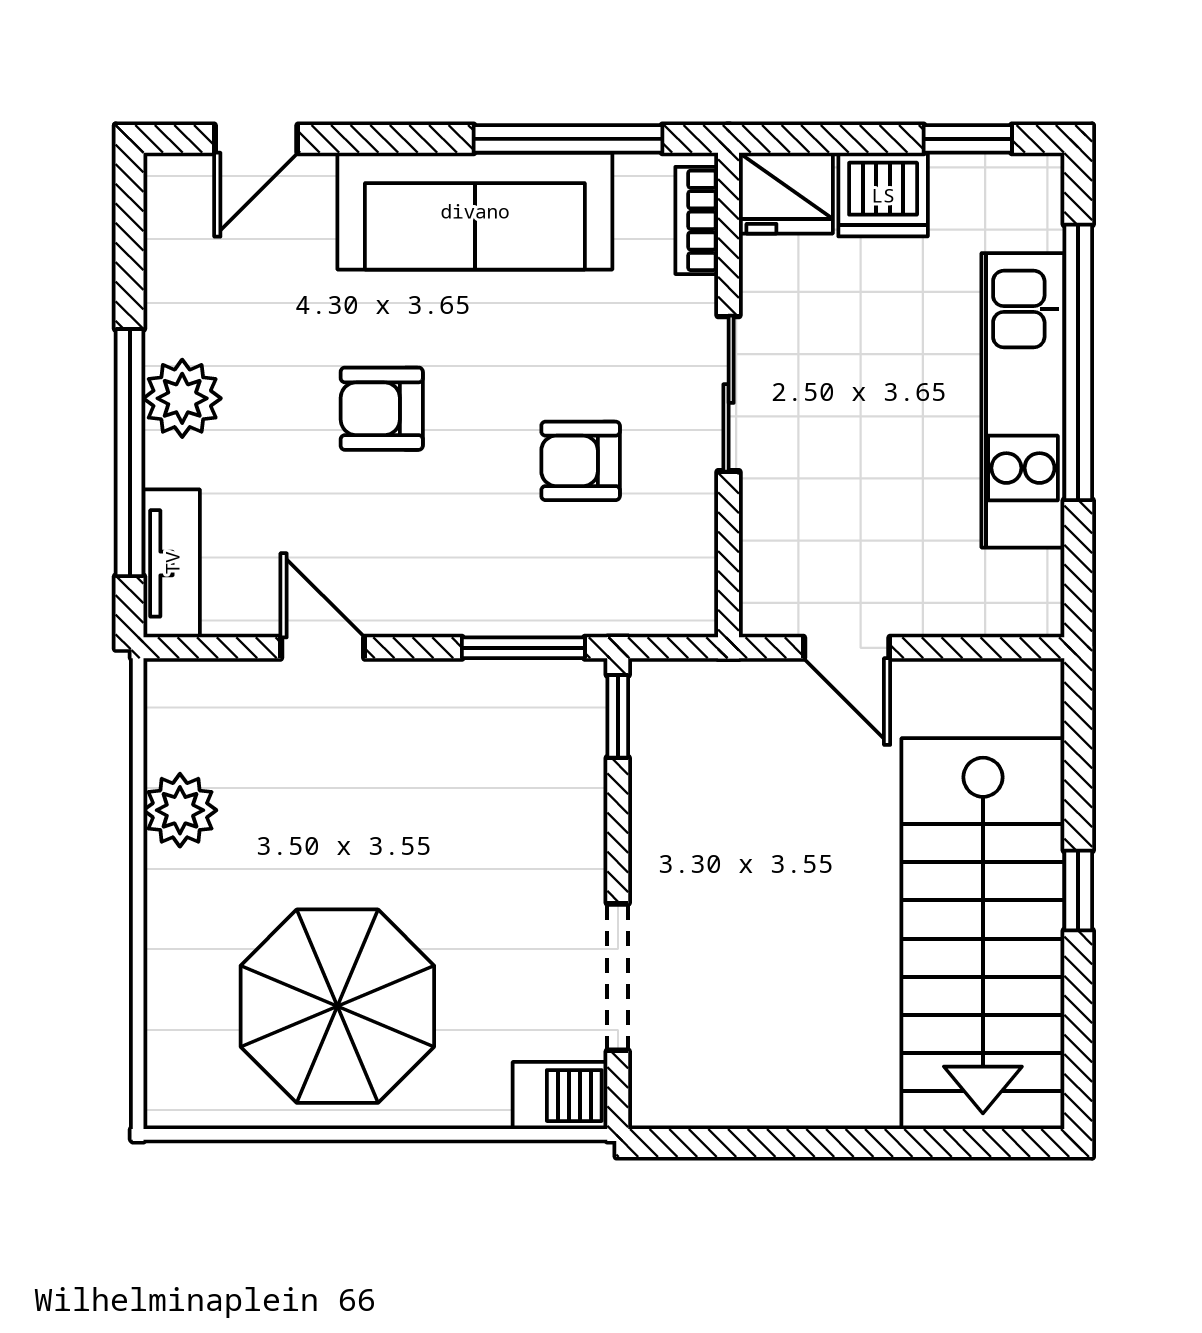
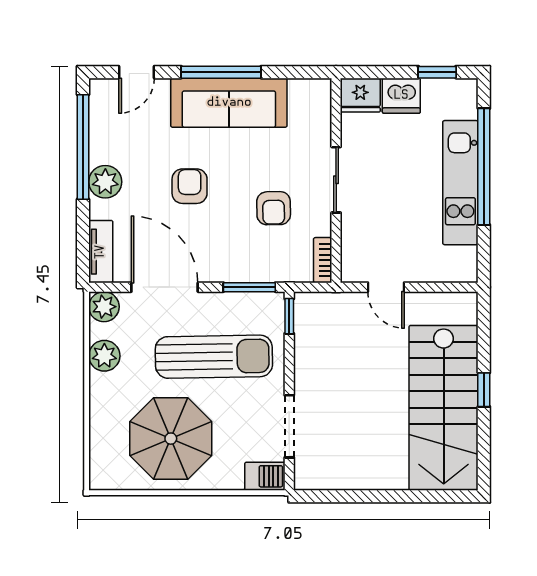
window: (568, 139) -> (221, 72), moved
bookcase: (697, 220) -> (323, 260), moved
armchair: (382, 409) -> (190, 186), turned 90
window: (130, 453) -> (83, 147), moved
armchair: (581, 461) -> (274, 208), turned -91
door: (323, 648) -> (165, 287), width x1.88
plant: (179, 694) -> (104, 307), added
sun lounger: (439, 812) -> (214, 357), added

